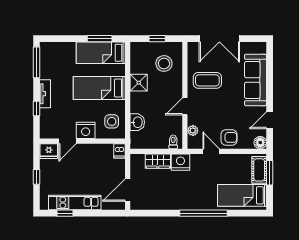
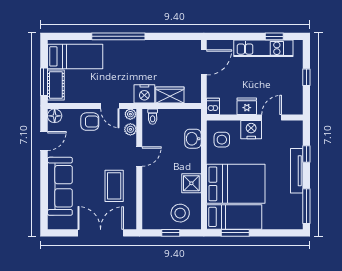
stool: (164, 63) -> (180, 213), moved
coffee table: (207, 80) -> (114, 186), turned 90
bed: (99, 88) -> (236, 184), width x1.50
tv unit: (45, 94) -> (297, 171), width x1.41
armchair: (229, 137) -> (90, 122), turned 180
plant: (193, 144) -> (130, 114), added
fridge: (49, 151) -> (247, 106), moved

